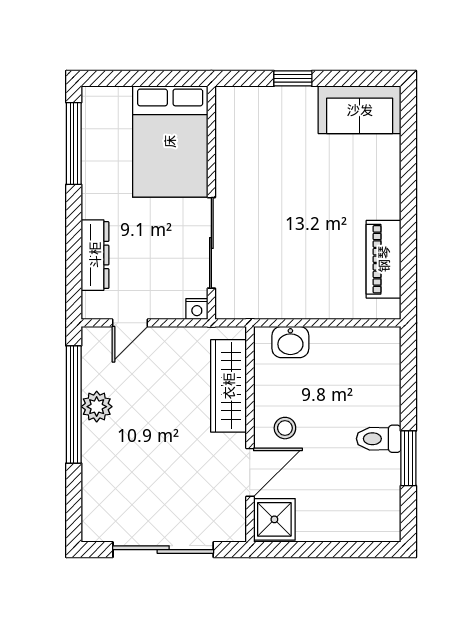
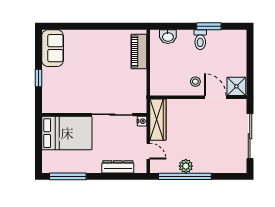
piano: (384, 259) -> (139, 51), moved, turned 90
washbasin: (290, 342) -> (168, 37), moved, turned 90
wardrobe: (229, 386) -> (158, 120), moved, turned -90

